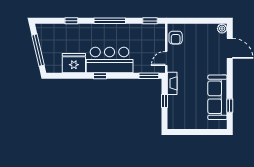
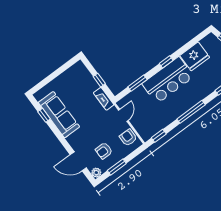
window: (202, 21) -> (117, 167), added
armchair: (203, 42) -> (104, 151), added
window: (149, 76) -> (137, 83), moved

